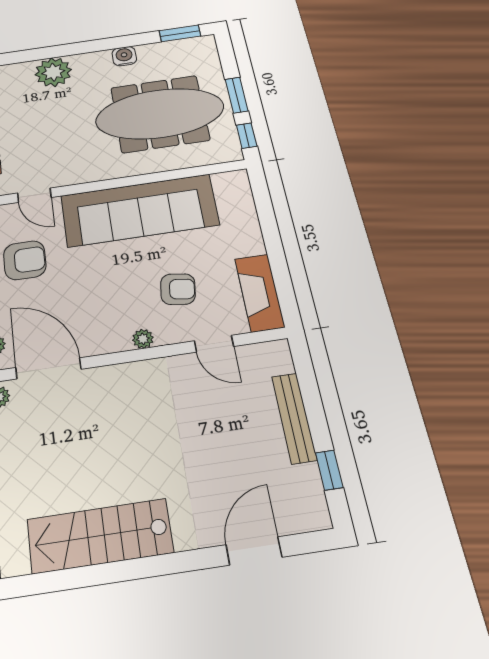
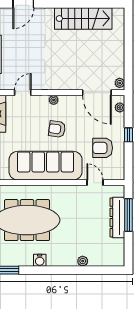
plant: (53, 72) -> (83, 261), width x0.53, depth x0.53
armchair: (178, 289) -> (57, 129), moved
door: (214, 344) -> (23, 93), hinge flipped

